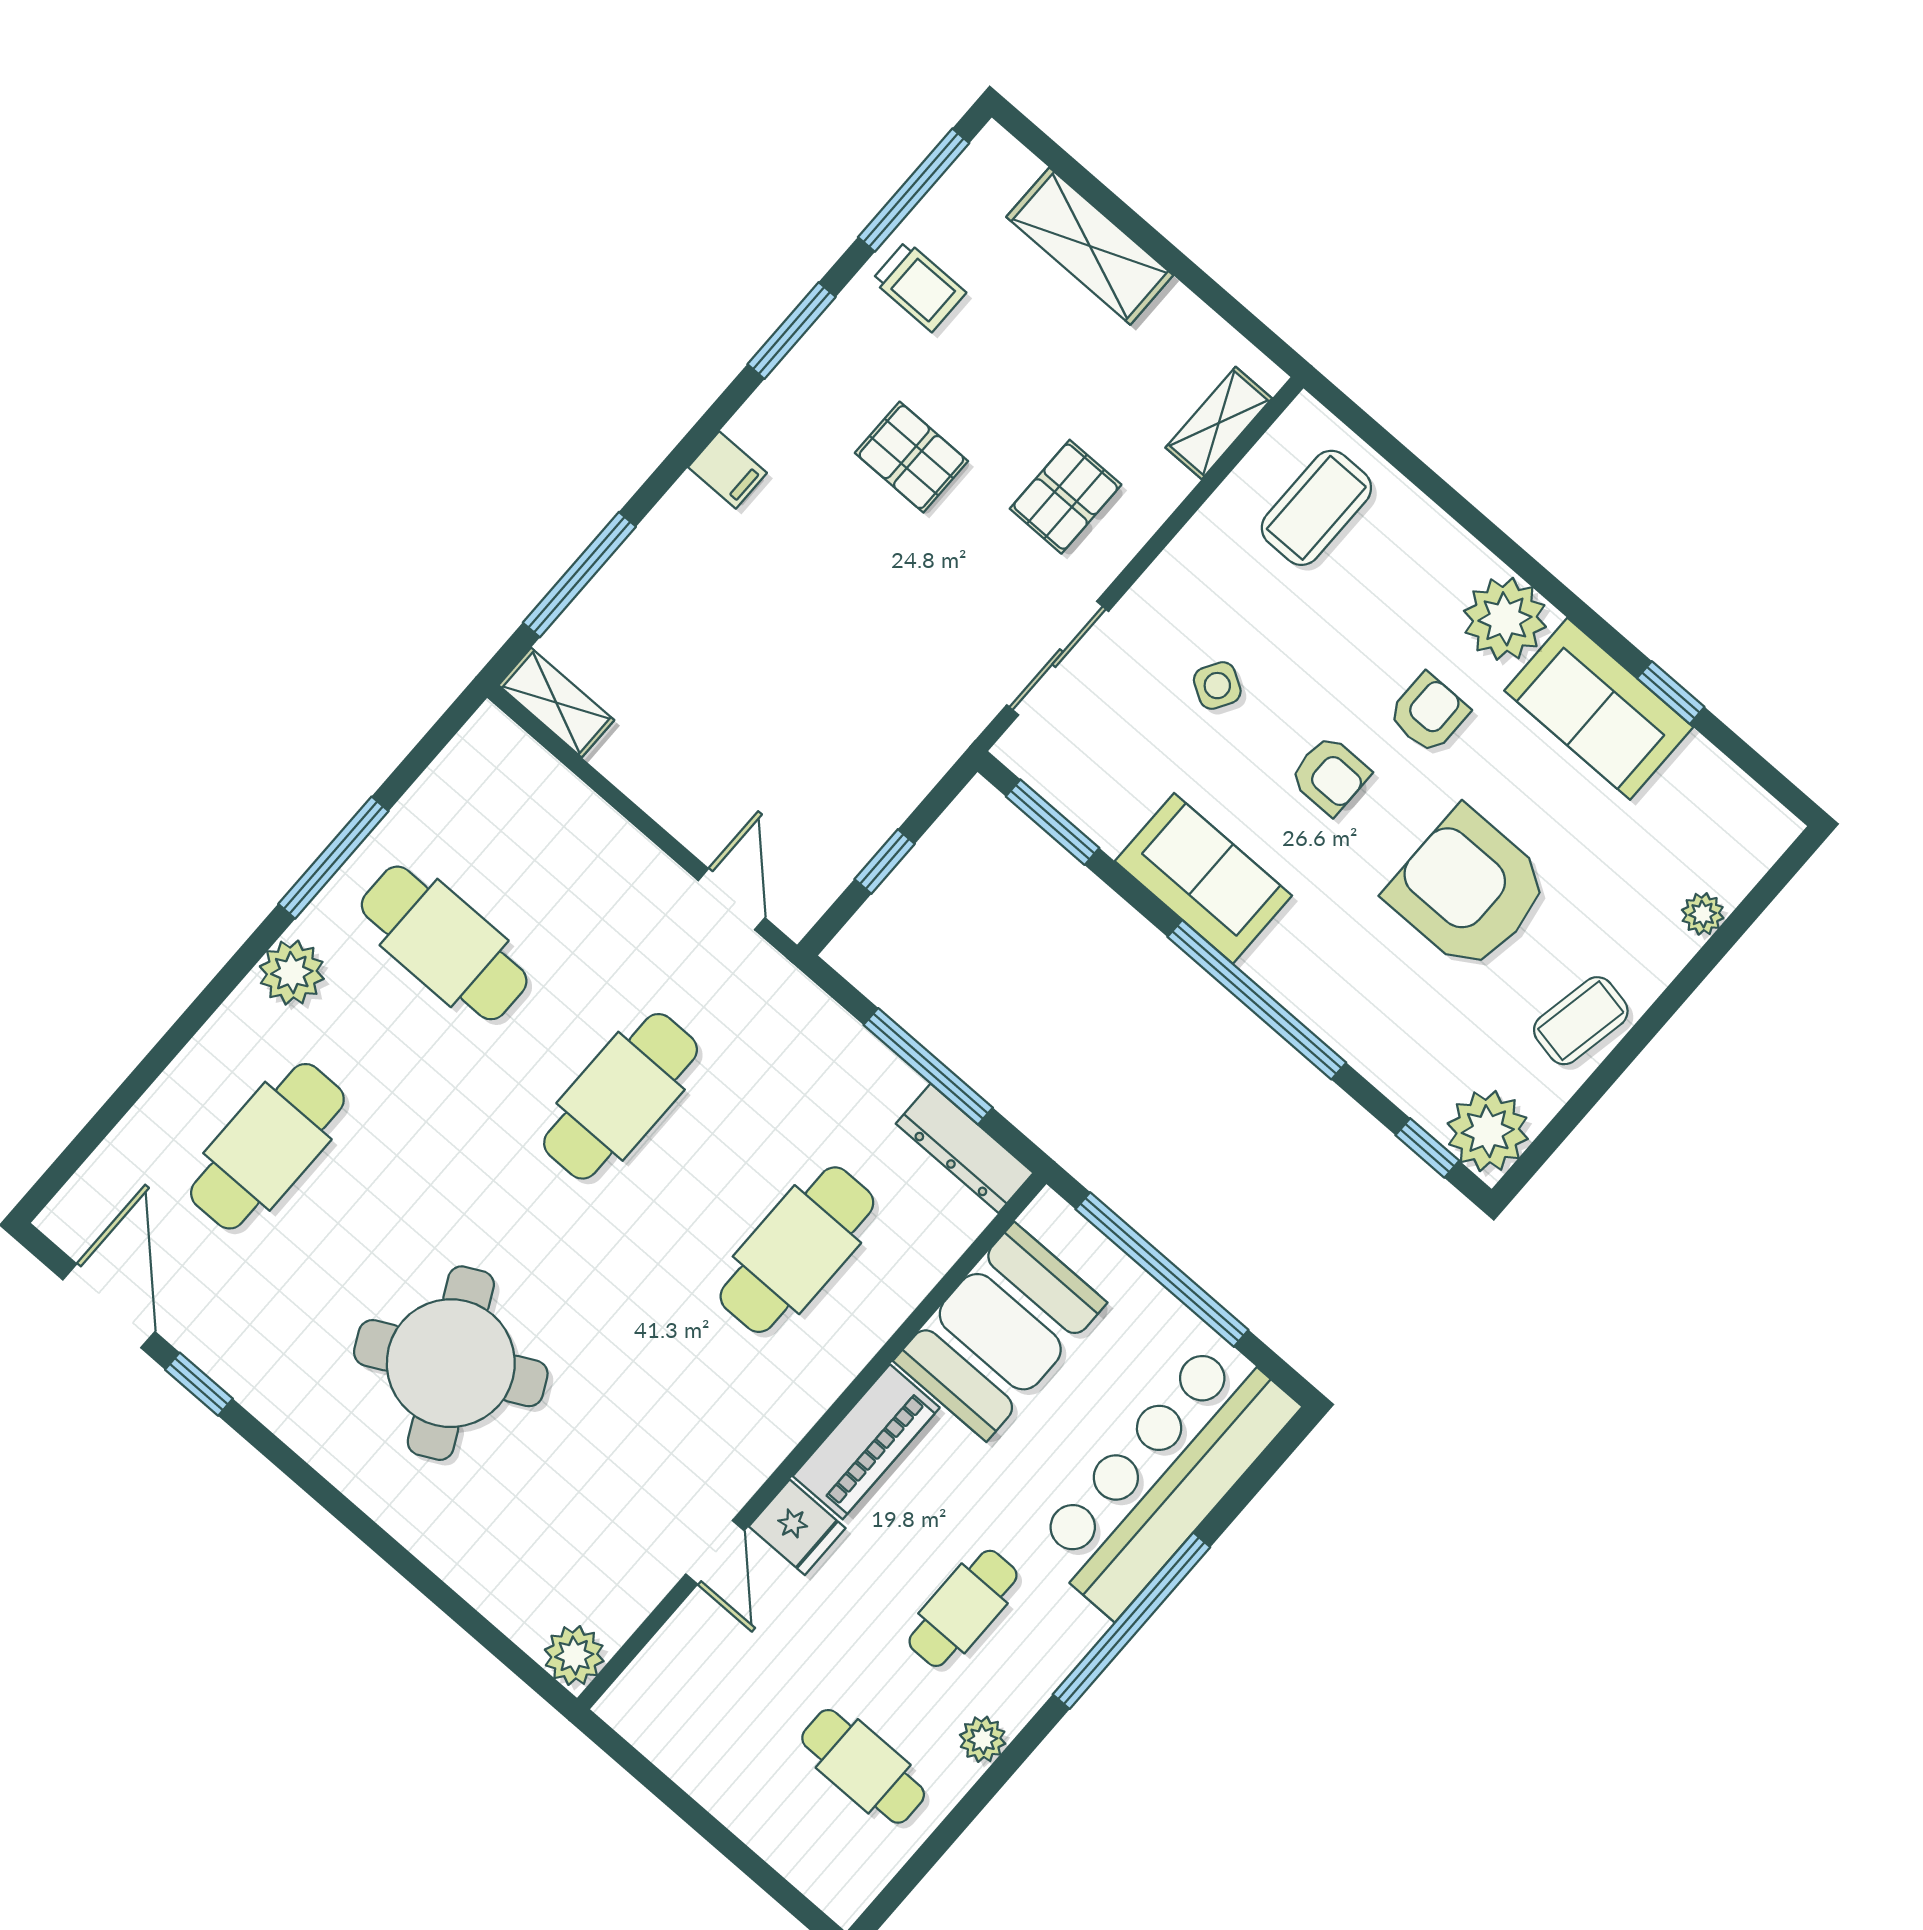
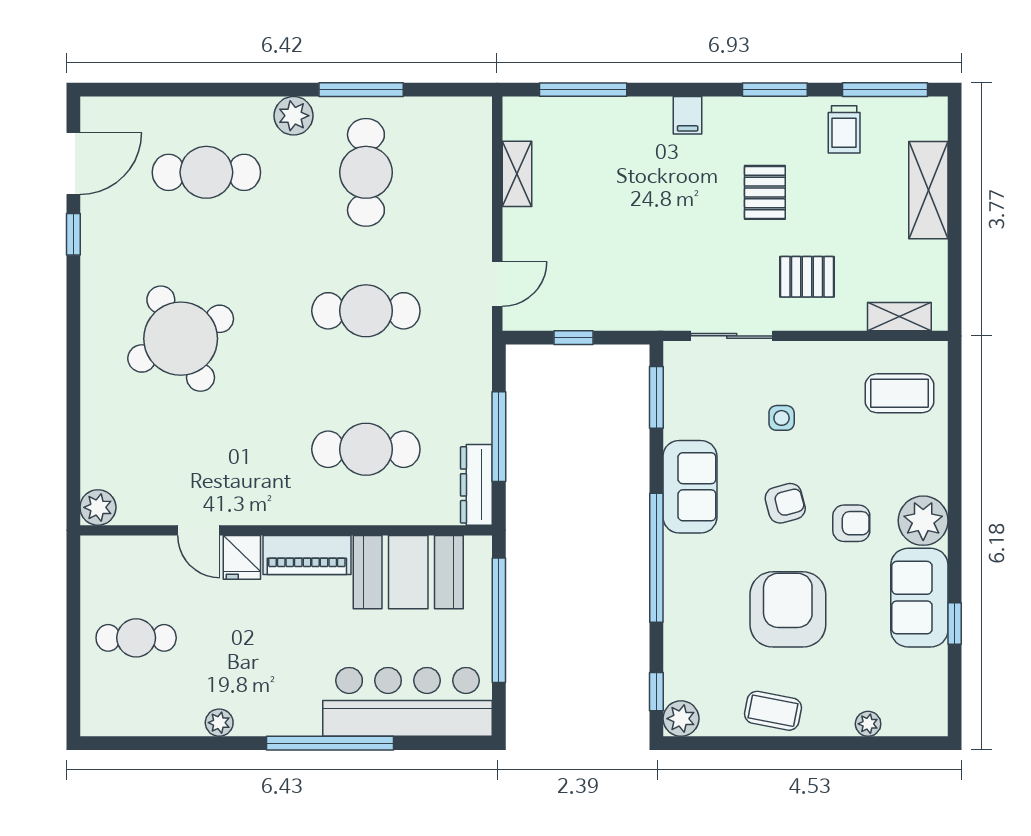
side table: (1217, 686) -> (782, 418), turned -31
shelving: (556, 703) -> (517, 174), moved
armchair: (1330, 775) -> (785, 503), turned -105
plant: (1488, 1131) -> (681, 719), width x0.73, depth x0.73
door: (715, 1552) -> (199, 530), hinge flipped
cafe table: (963, 1608) -> (270, 663), removed
cafe table: (863, 1766) -> (136, 638), moved, turned 90

